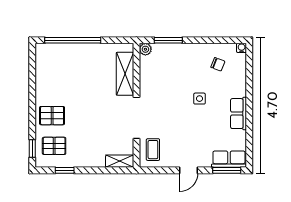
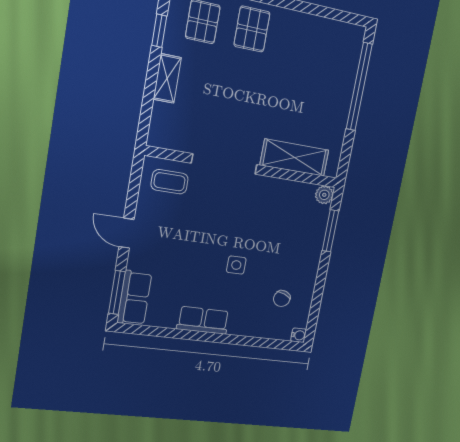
shelving: (120, 161) -> (167, 78), moved

